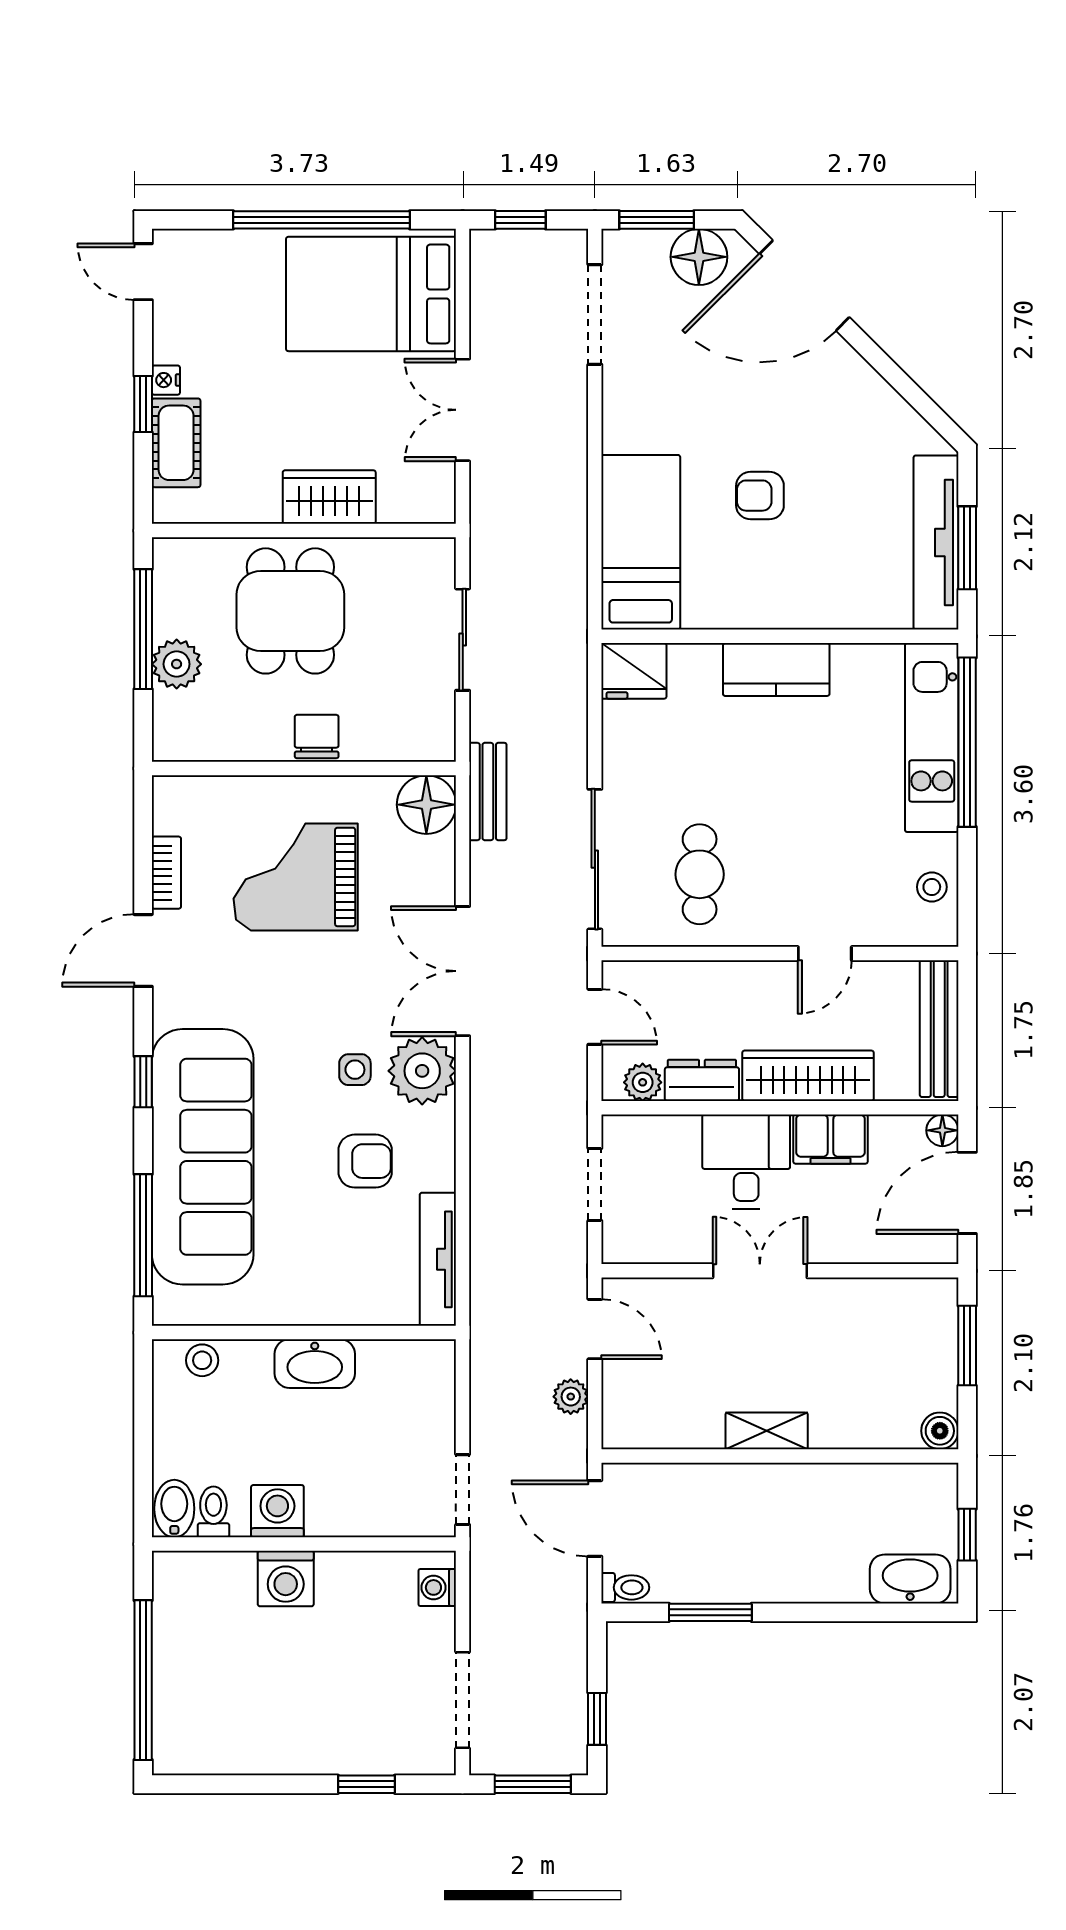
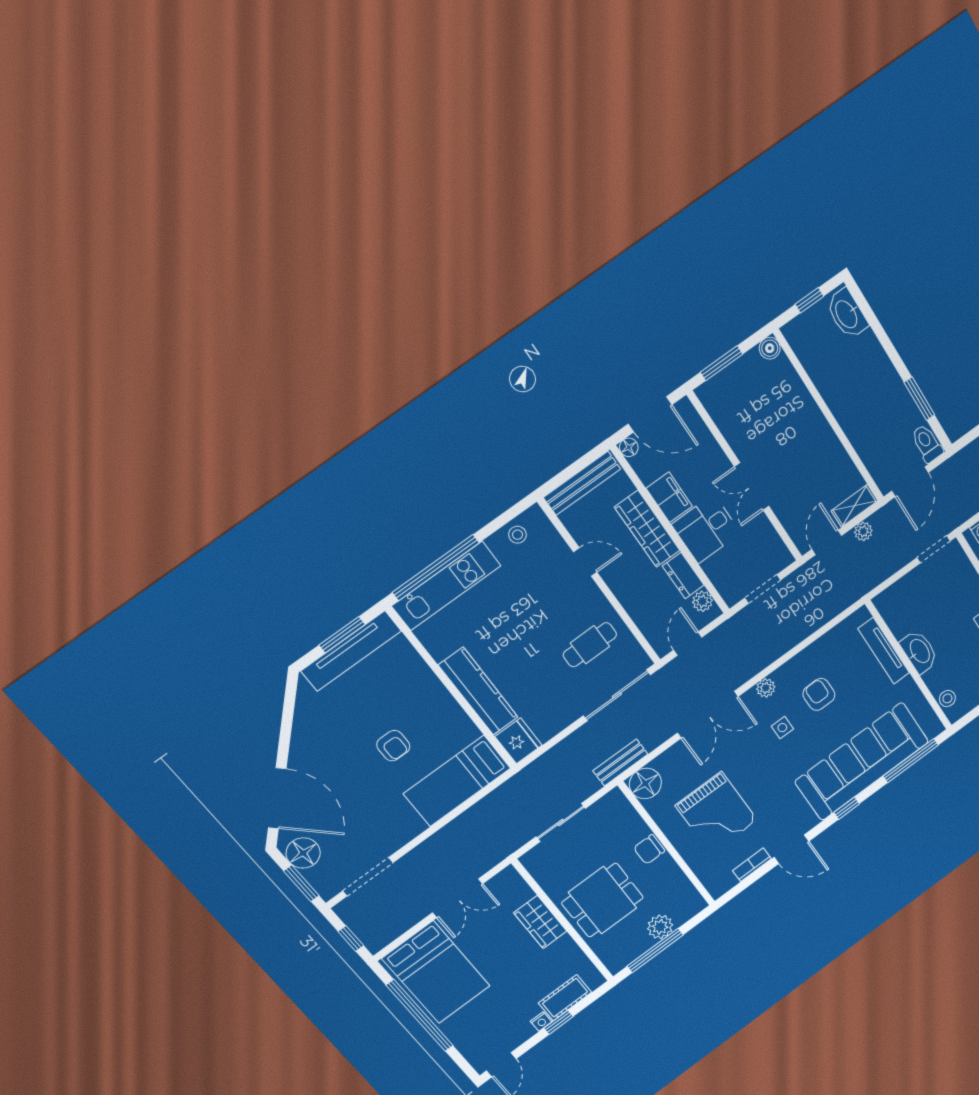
kitchen counter: (776, 669) -> (478, 691), width x1.50
plant: (422, 1071) -> (766, 688), width x0.53, depth x0.53
tv unit: (438, 1259) -> (884, 651), moved, turned 90
shelving: (767, 1431) -> (855, 506), moved, turned 90
toilet: (625, 1587) -> (927, 443), width x1.37, depth x1.39

